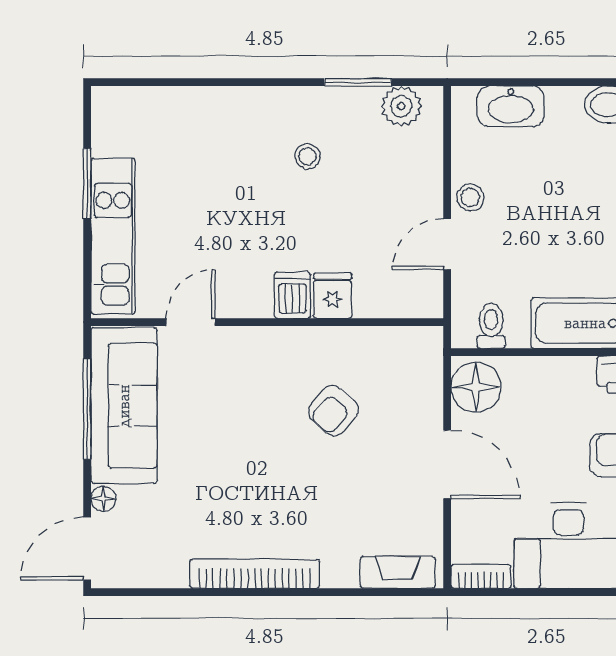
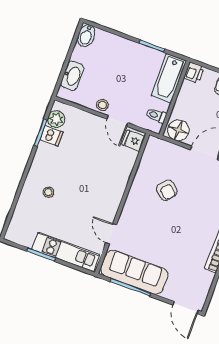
stool: (307, 156) -> (48, 192), moved
dishwasher: (292, 295) -> (51, 136), moved, turned 180
fridge: (333, 296) -> (133, 140), moved
floor lamp: (103, 499) -> (168, 294), removed

